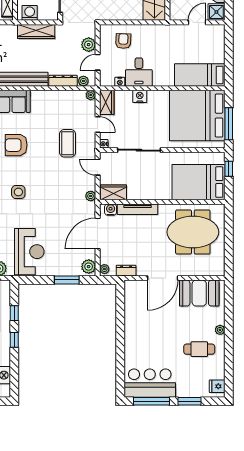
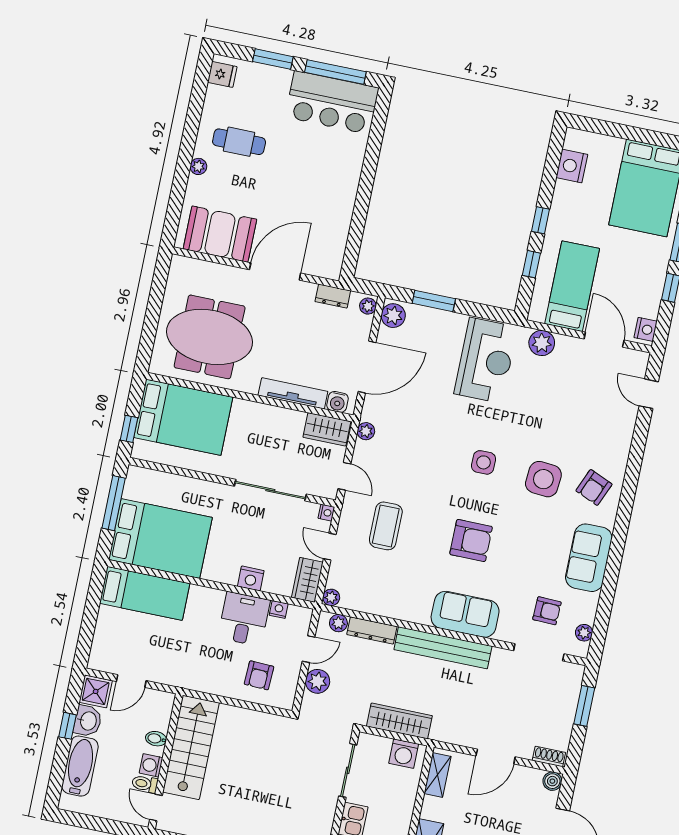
bed: (197, 116) -> (160, 538), width x0.73
reception desk: (29, 252) -> (486, 360), turned 180

